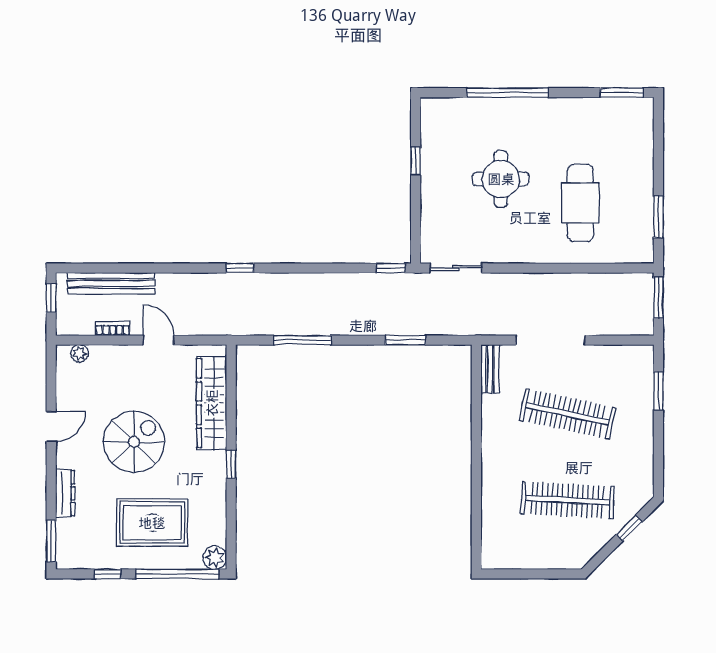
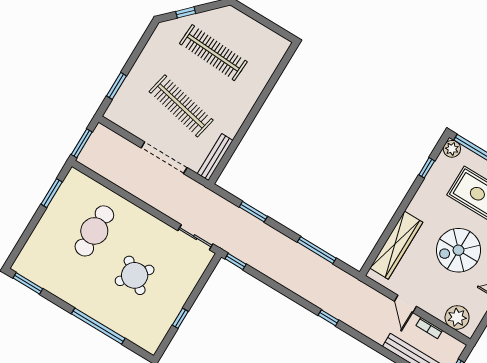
round table: (501, 179) -> (135, 275), turned 38
plant: (80, 353) -> (457, 317), width x1.87, depth x1.87
bench: (490, 369) -> (215, 157), width x1.36
window: (231, 464) -> (427, 168), moved

